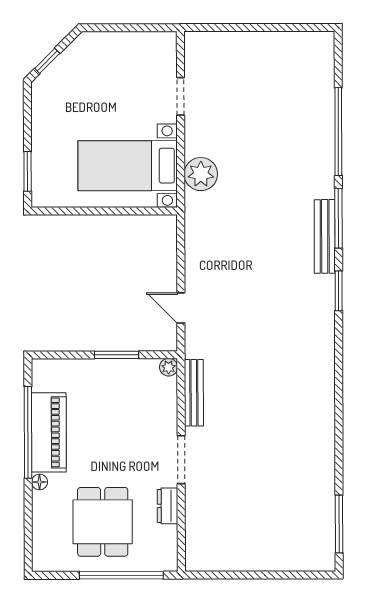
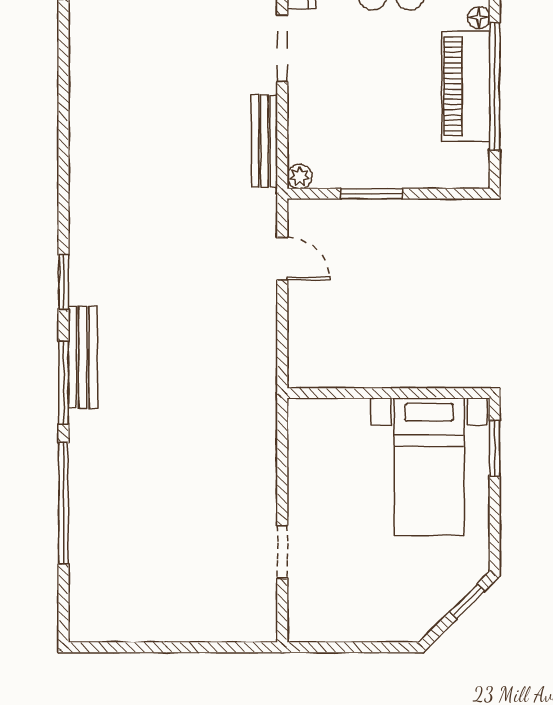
bed with nightstands: (128, 166) -> (429, 467), moved, turned 90
plant: (201, 174) -> (254, 444), removed

